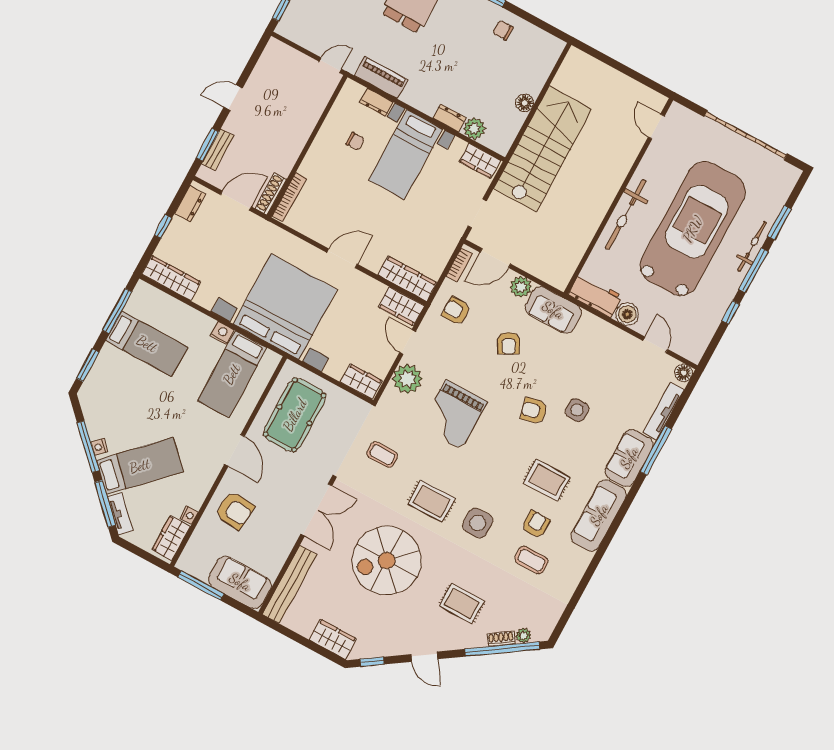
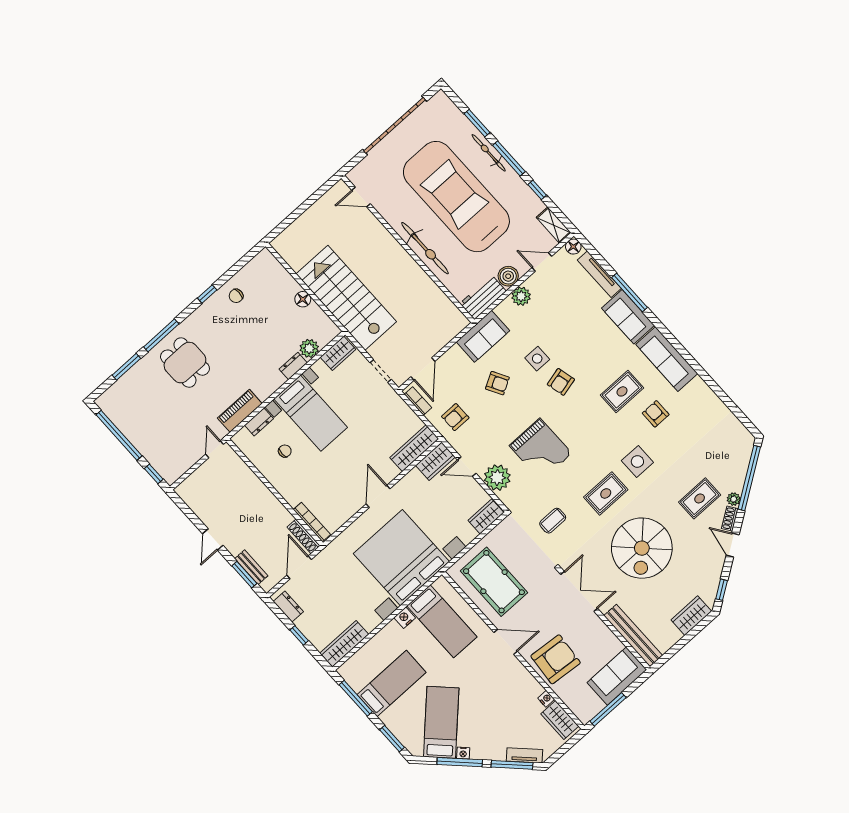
plant: (521, 287) -> (521, 296), moved
shelving: (699, 344) -> (554, 225), added
side table: (577, 410) -> (537, 359), moved
bed: (140, 466) -> (441, 722), moved
armchair: (235, 510) -> (556, 659), width x1.36, depth x1.36
coffee table: (531, 560) -> (684, 428), removed
plant: (523, 635) -> (734, 499), moved
shoe rack: (501, 639) -> (730, 519), moved
door: (424, 657) -> (733, 545), swing flipped

